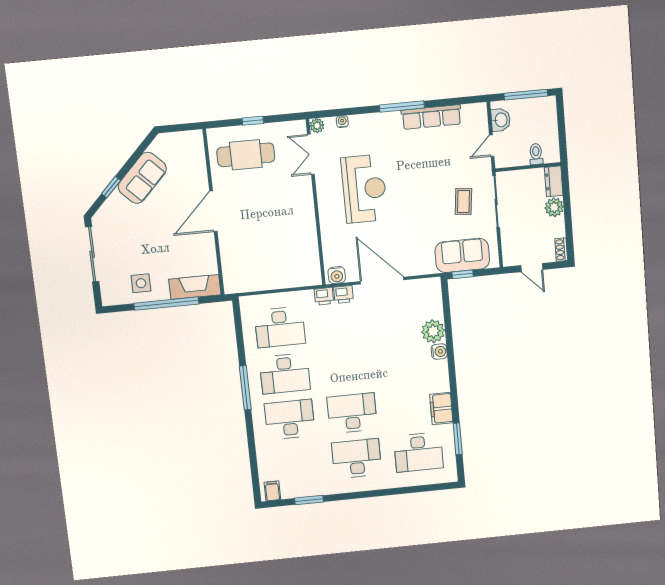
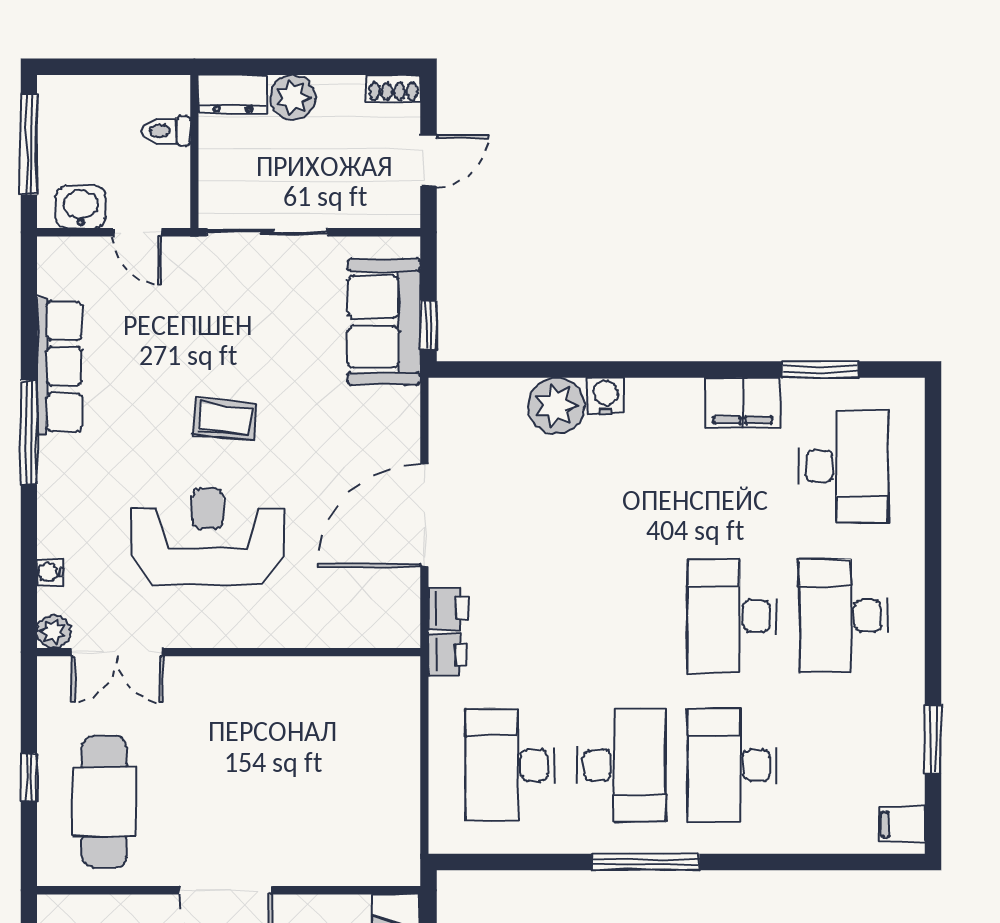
coffee table: (463, 201) -> (225, 419), moved
water cooler: (337, 275) -> (401, 620), removed
desk: (280, 327) -> (510, 765), turned 180

